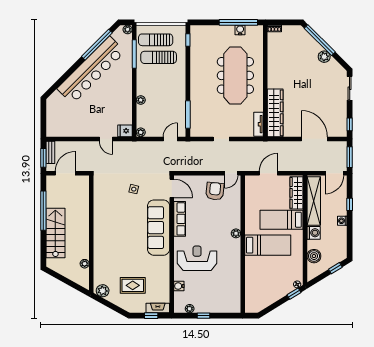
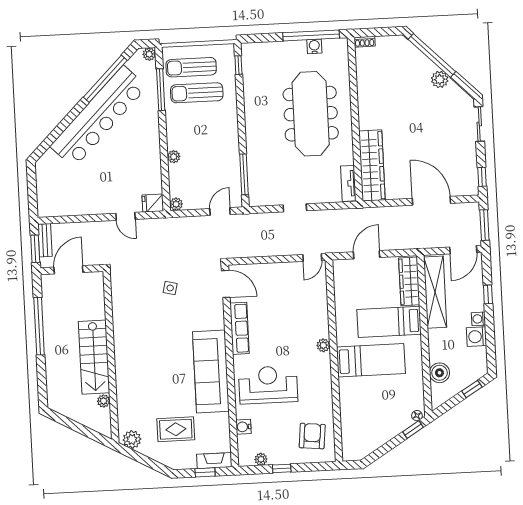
armchair: (215, 191) -> (312, 436), moved
sofa: (159, 228) -> (211, 372), moved
stairs: (55, 233) -> (94, 357), moved, turned 180
washing machine: (314, 233) -> (477, 337), moved, turned 180

